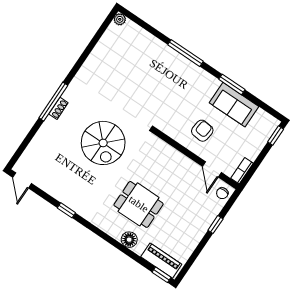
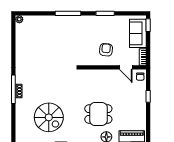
sofa: (234, 105) -> (138, 33), moved, turned 90
spiral stairs: (103, 143) -> (49, 117), moved

